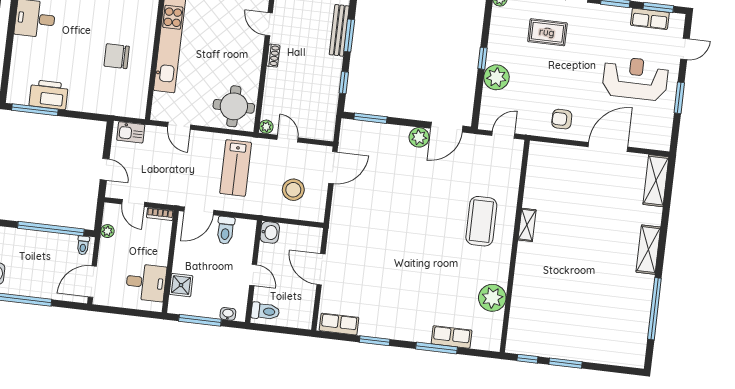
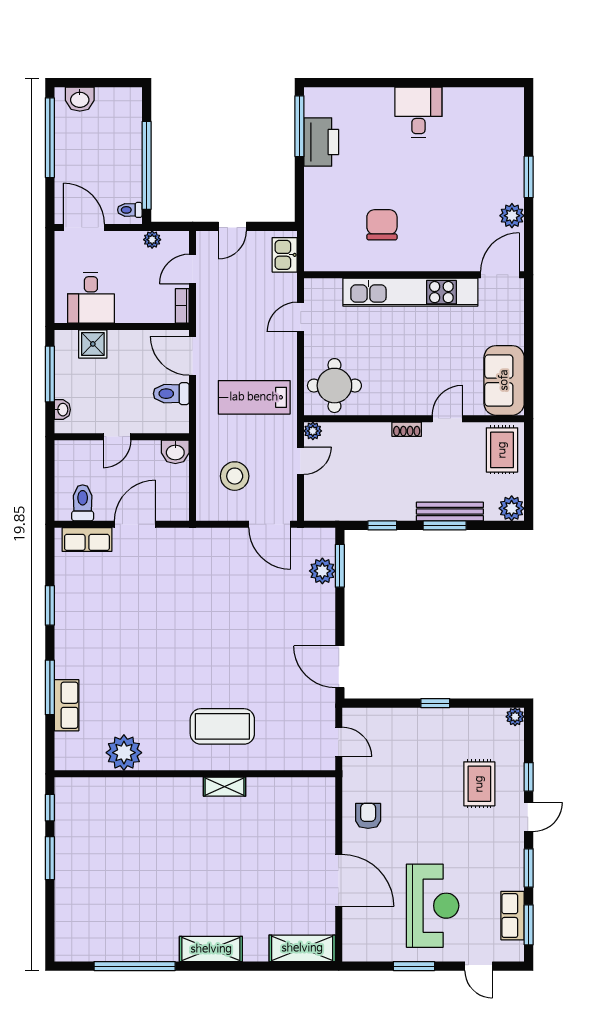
plant: (496, 77) -> (413, 724), removed
plant: (419, 137) -> (322, 571), moved
toilet: (265, 311) -> (83, 503), moved, turned 180
row of seats: (339, 324) -> (87, 540), moved, turned 90

